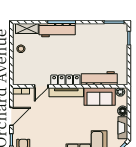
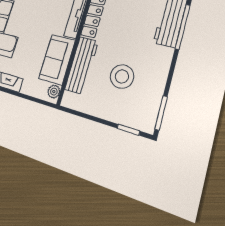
stool: (100, 50) -> (122, 76), added
floor lamp: (123, 111) -> (28, 88), removed

